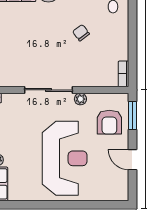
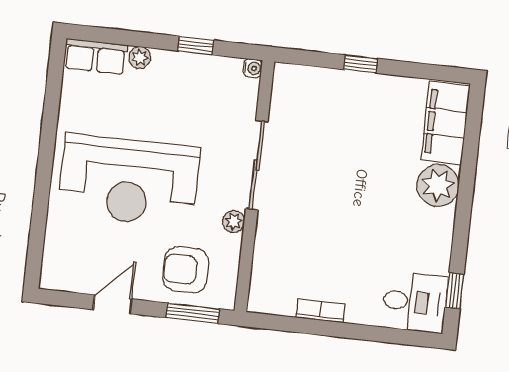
chair: (81, 33) -> (354, 236), removed
bookcase: (123, 74) -> (320, 311), moved

